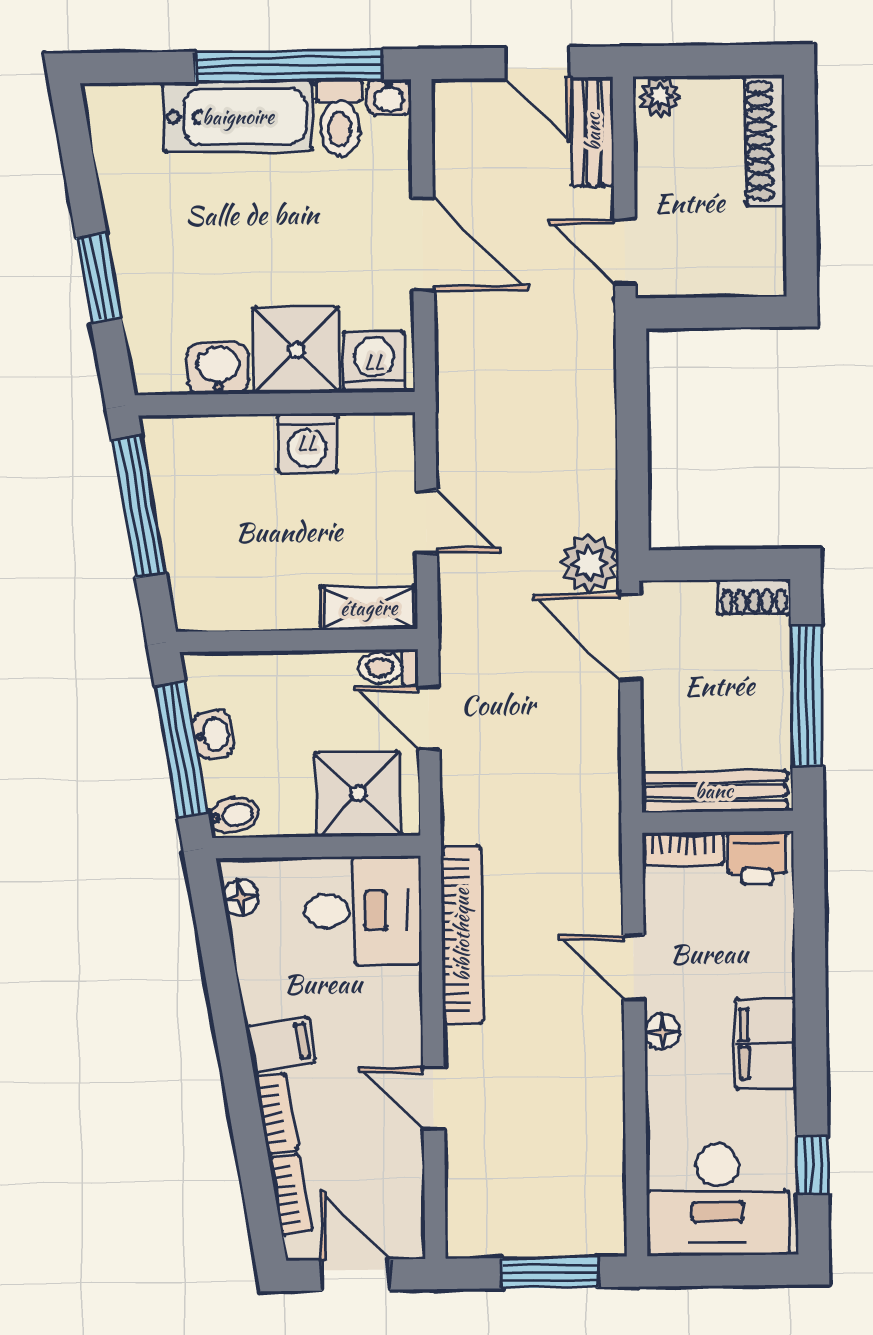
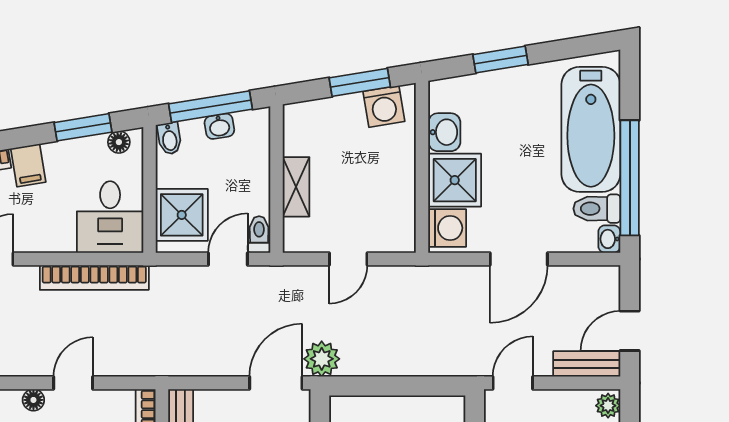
bathtub: (238, 117) -> (591, 129), width x1.36, depth x1.36
washing machine: (307, 443) -> (384, 106), moved, turned -99
window: (139, 507) -> (360, 82), width x0.69
shelving: (369, 608) -> (296, 187), moved
window: (217, 956) -> (83, 127), added

